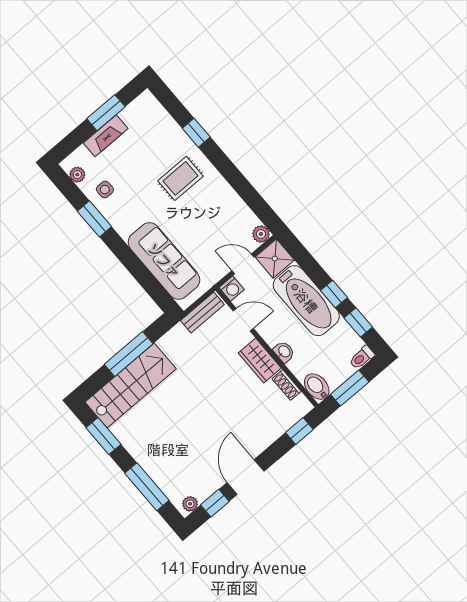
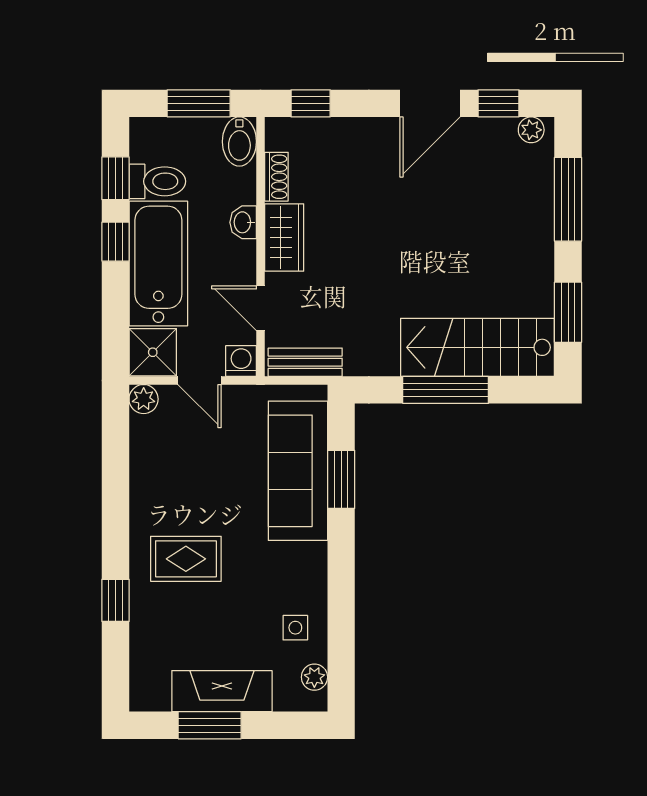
fireplace: (106, 136) -> (222, 691), width x1.37, depth x1.32
window: (94, 219) -> (341, 479), moved
toilet: (362, 357) -> (157, 181), moved, width x1.37, depth x1.39

